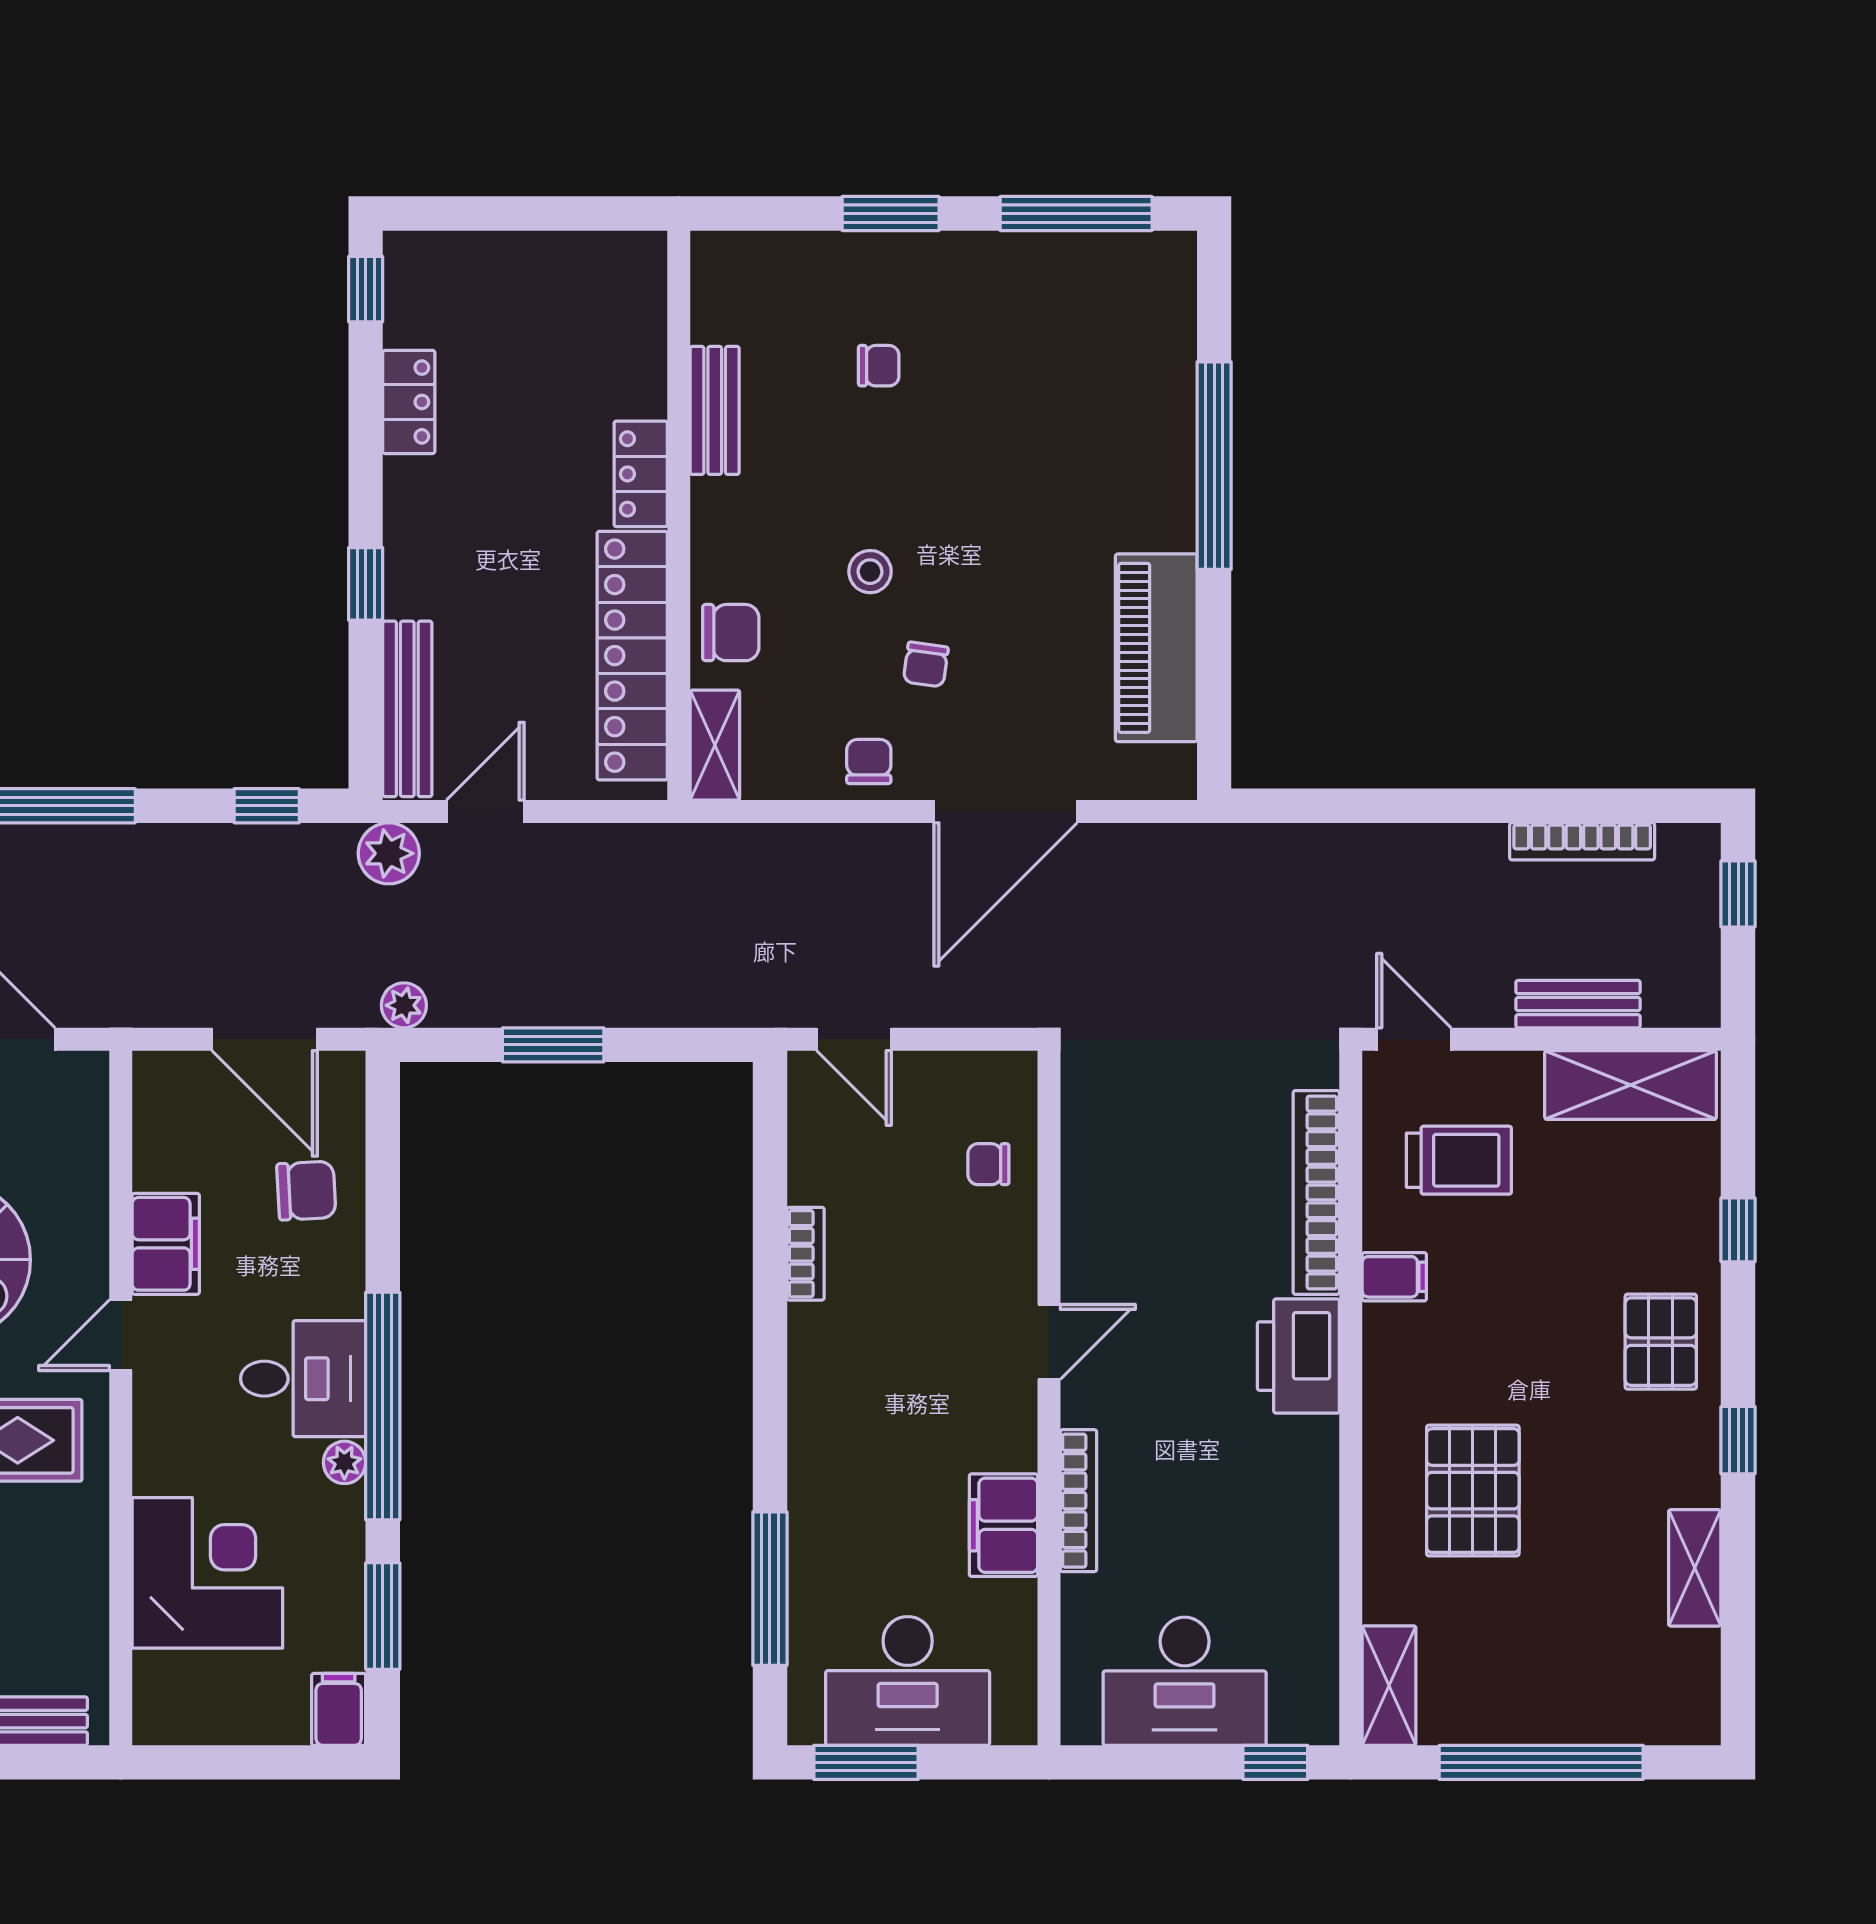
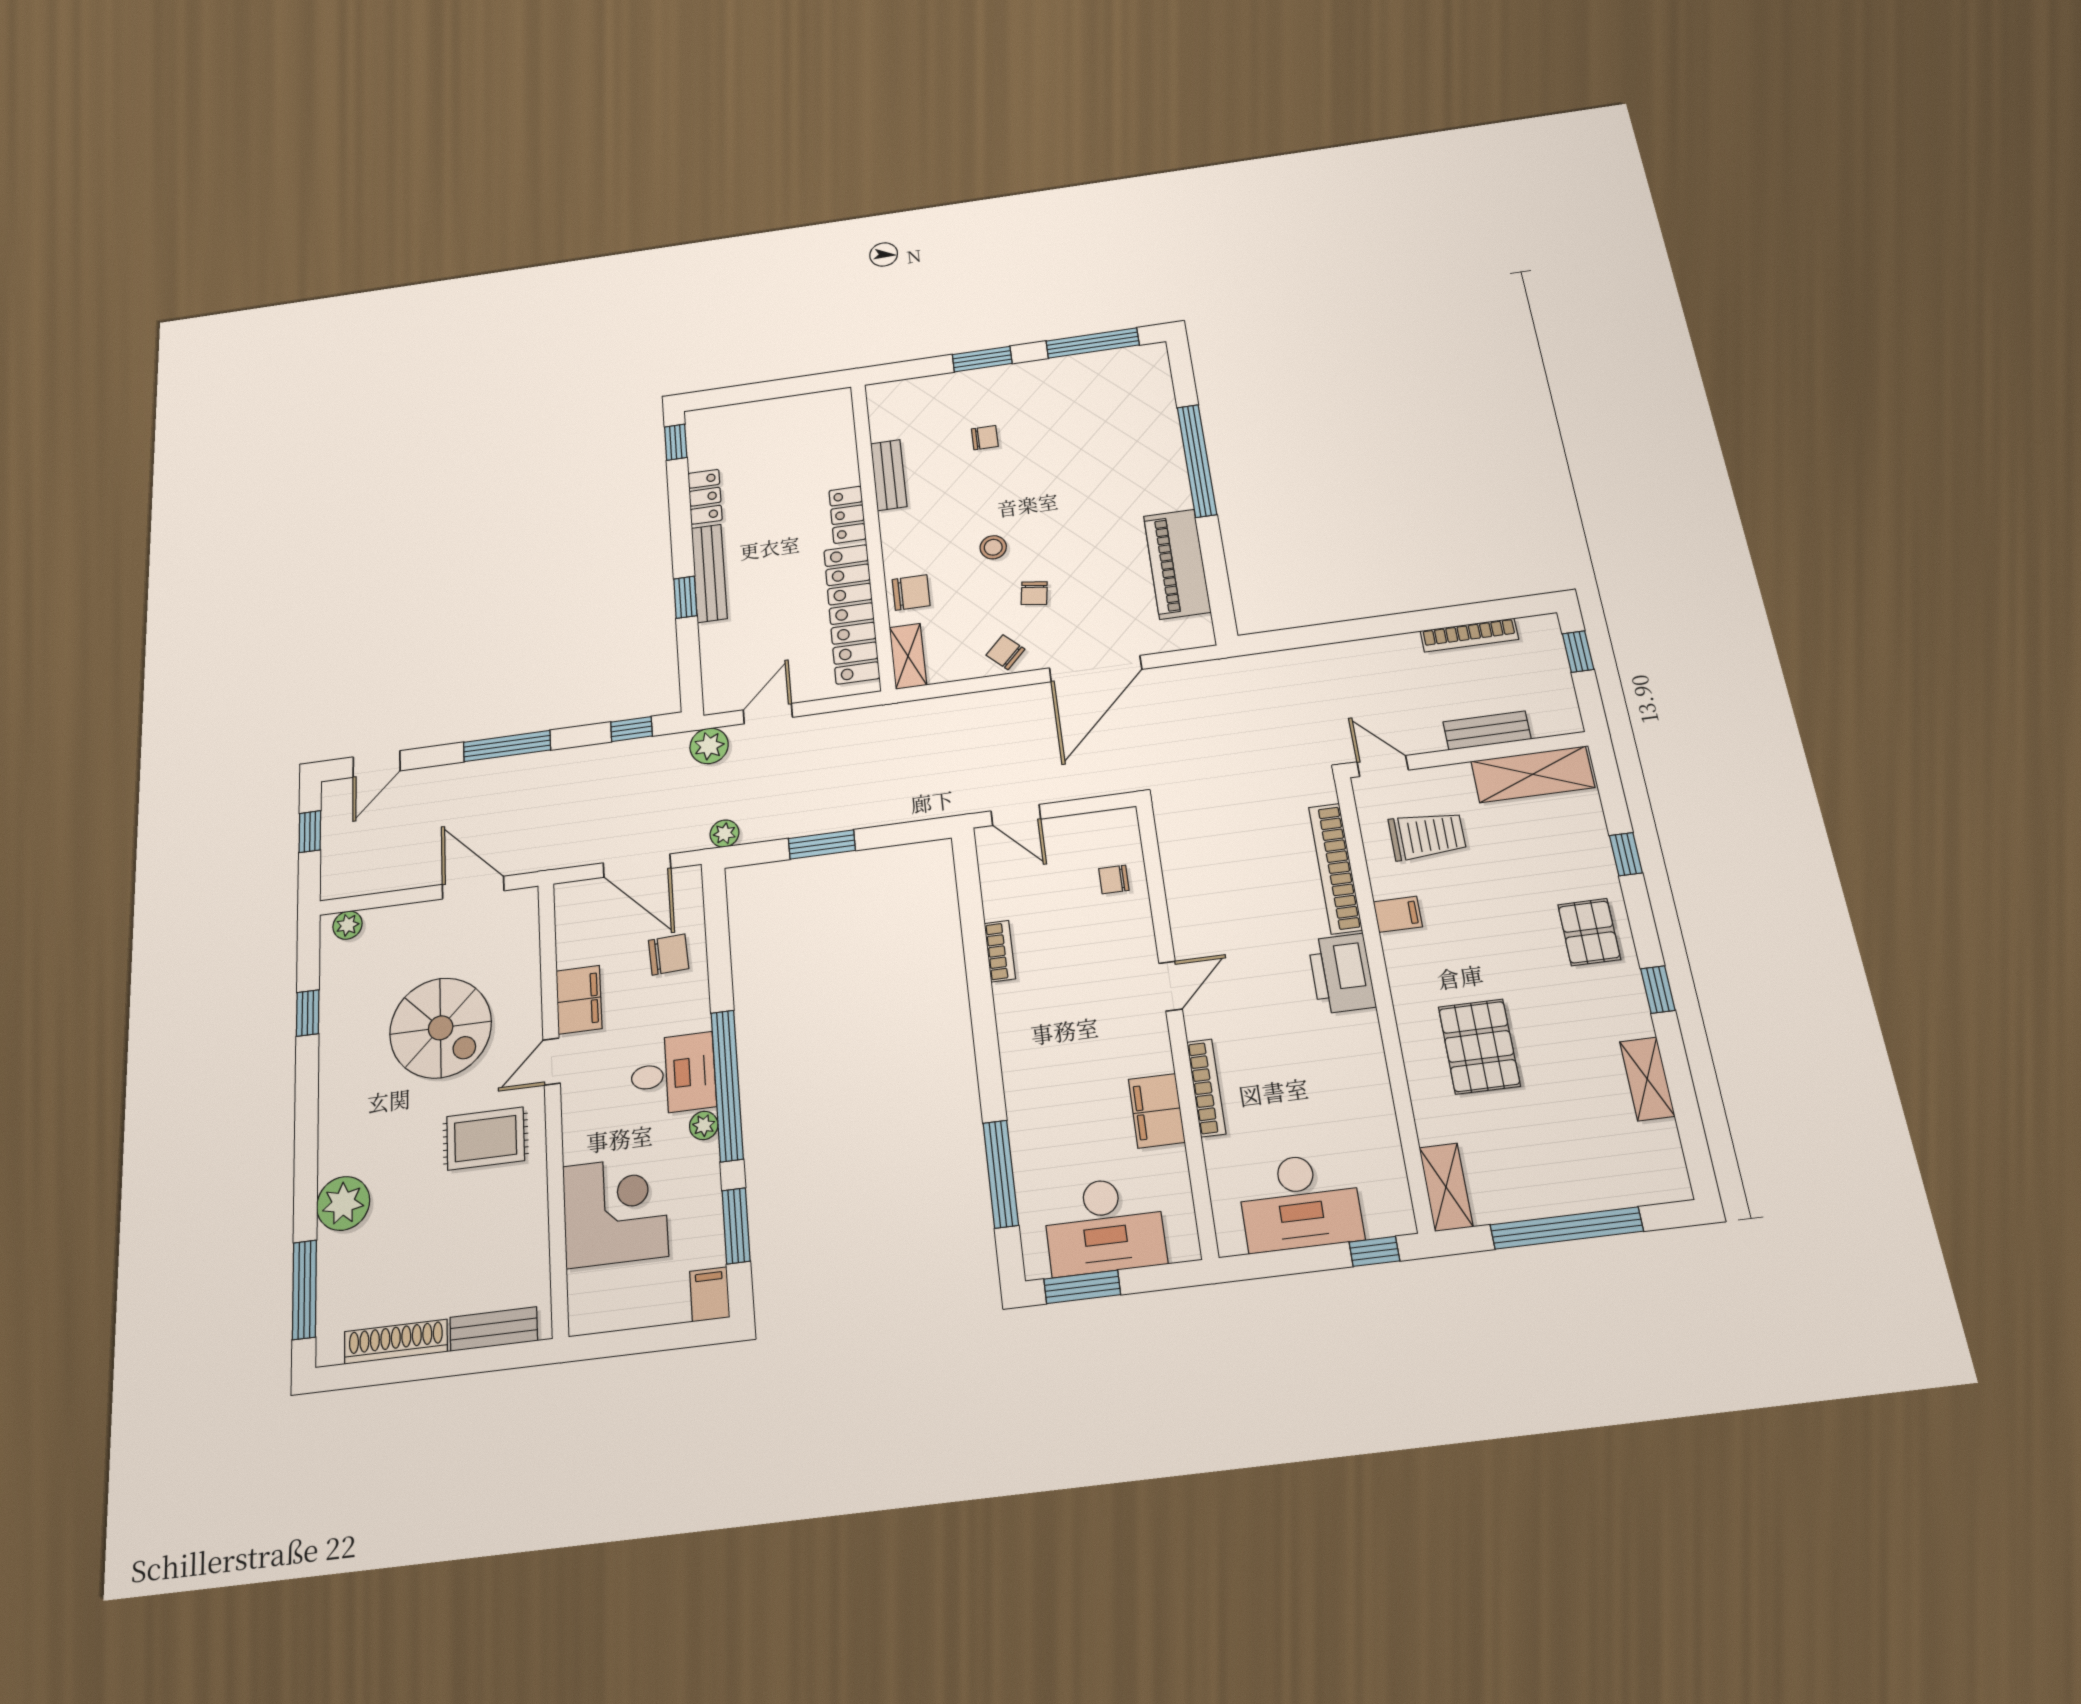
bench: (407, 709) -> (709, 573), moved
chair: (869, 762) -> (1005, 652), turned -46

